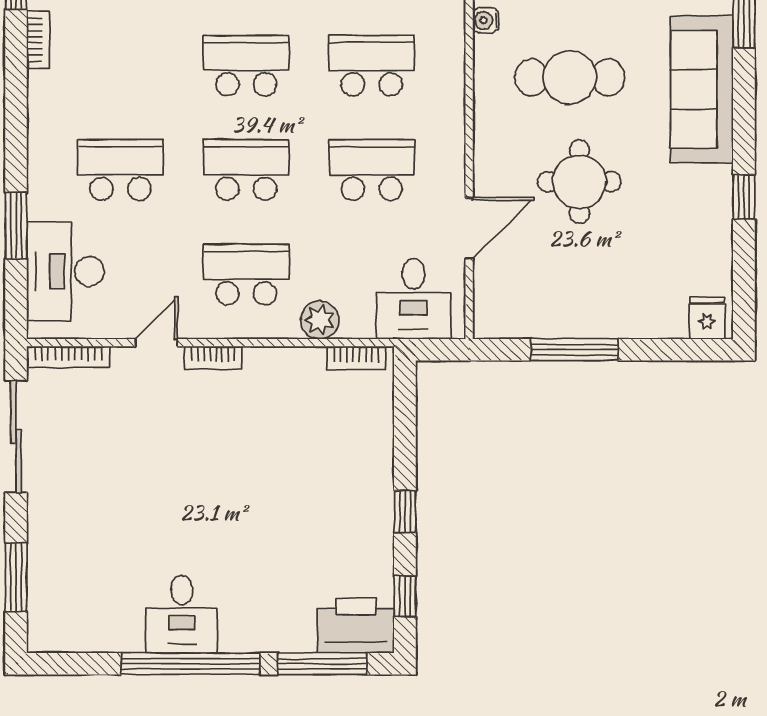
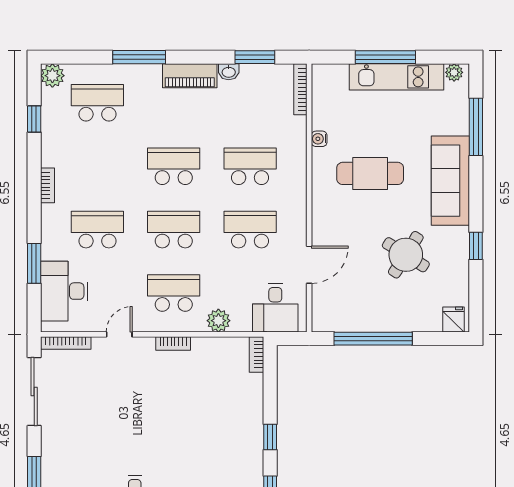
bookcase: (38, 40) -> (47, 185), moved
round table: (579, 182) -> (406, 255), moved, turned 32
window: (574, 350) -> (373, 339), width x1.46
bookcase: (213, 358) -> (173, 344), moved
bookcase: (356, 358) -> (256, 354), moved, turned 90

